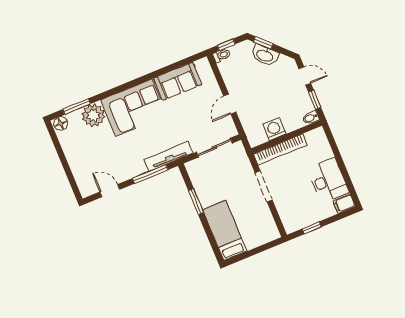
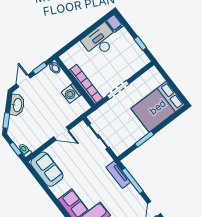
washbasin: (265, 55) -> (17, 105), moved
sofa: (178, 81) -> (47, 169), moved
tv unit: (168, 156) -> (118, 175), width x0.71
bed: (225, 231) -> (158, 107), width x1.50

